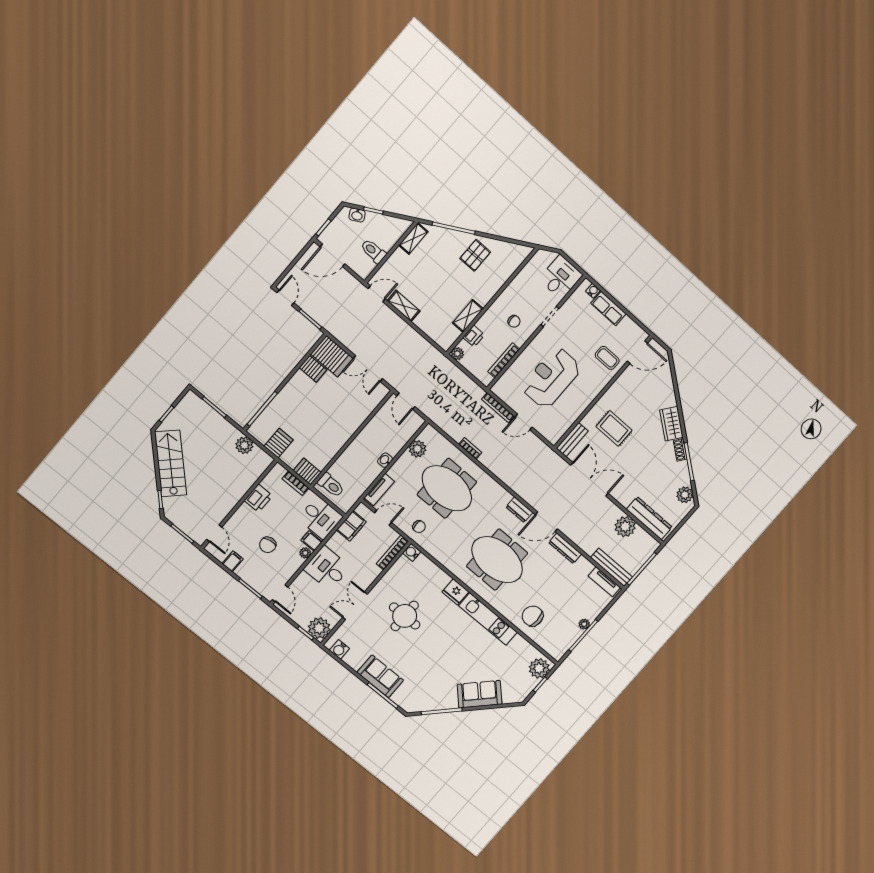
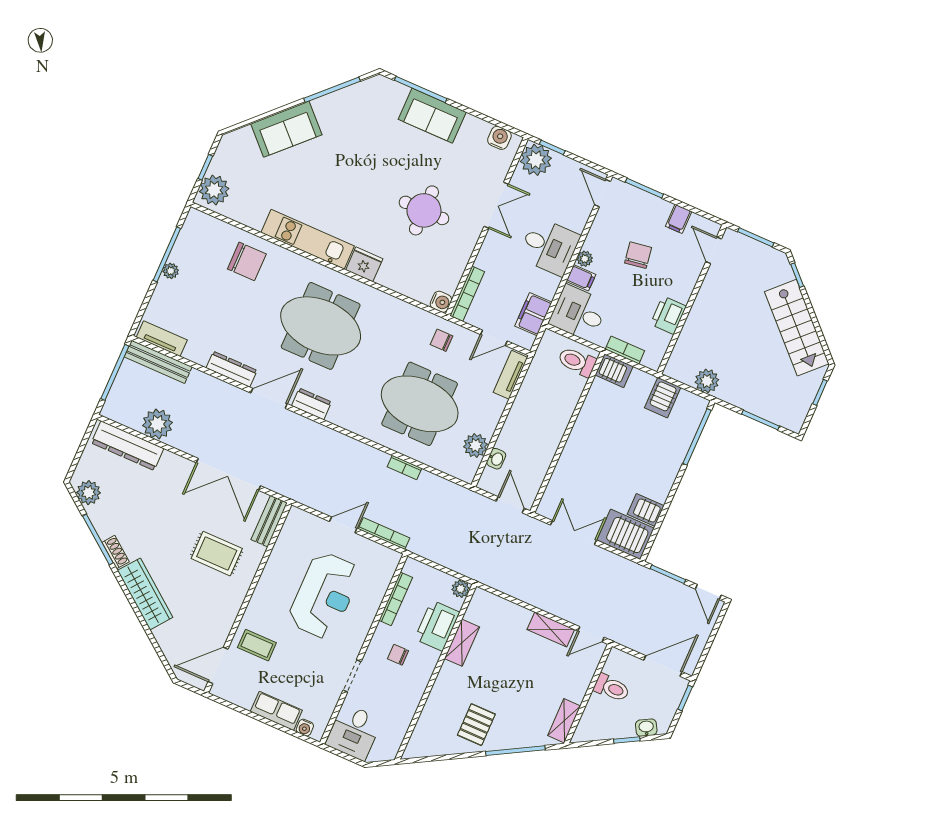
printer: (474, 336) -> (437, 626), width x1.87, depth x1.48
wardrobe: (671, 424) -> (145, 594), width x1.50
washbasin: (385, 460) -> (496, 459), moved

